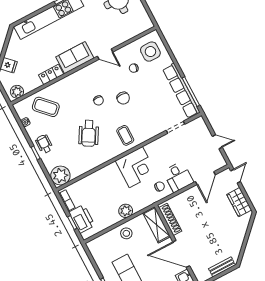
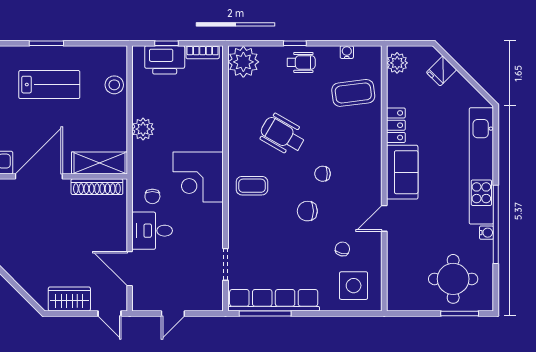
coffee table: (46, 107) -> (353, 93), turned 37
stool: (126, 233) -> (114, 85), moved

